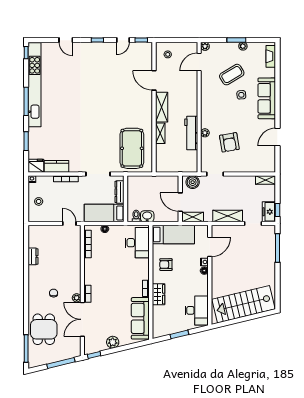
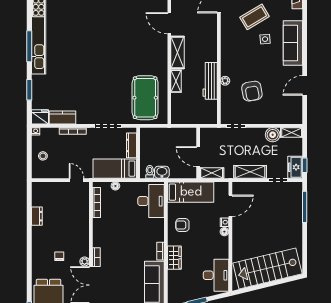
boiler: (193, 182) -> (273, 135), moved

